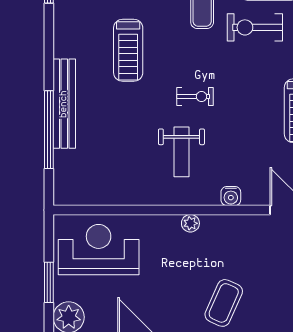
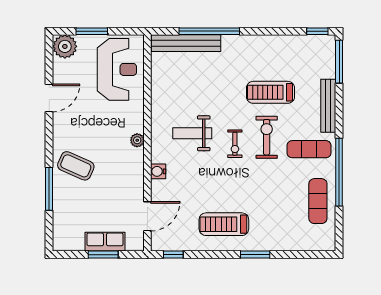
exercise bike: (255, 27) -> (267, 137), moved
bench: (64, 104) -> (186, 43), moved

